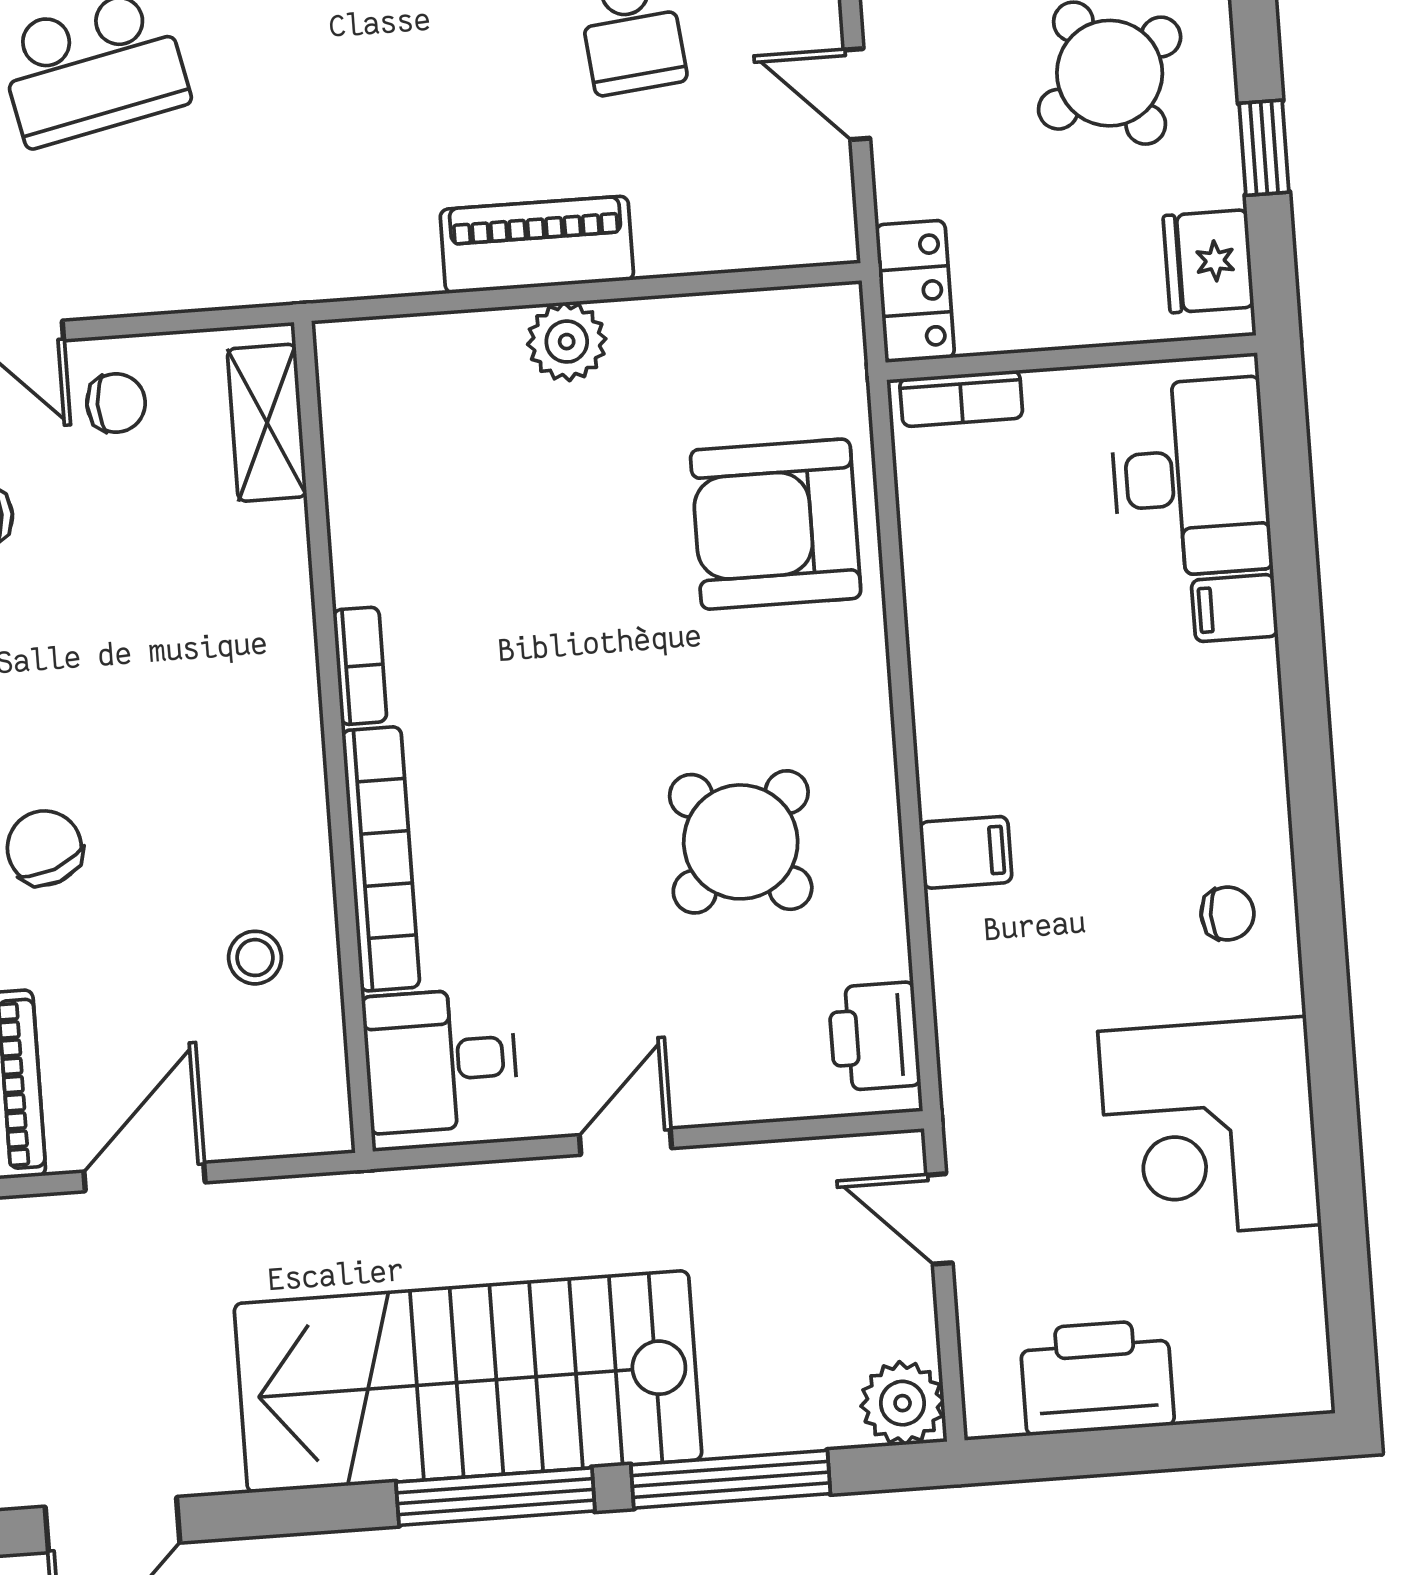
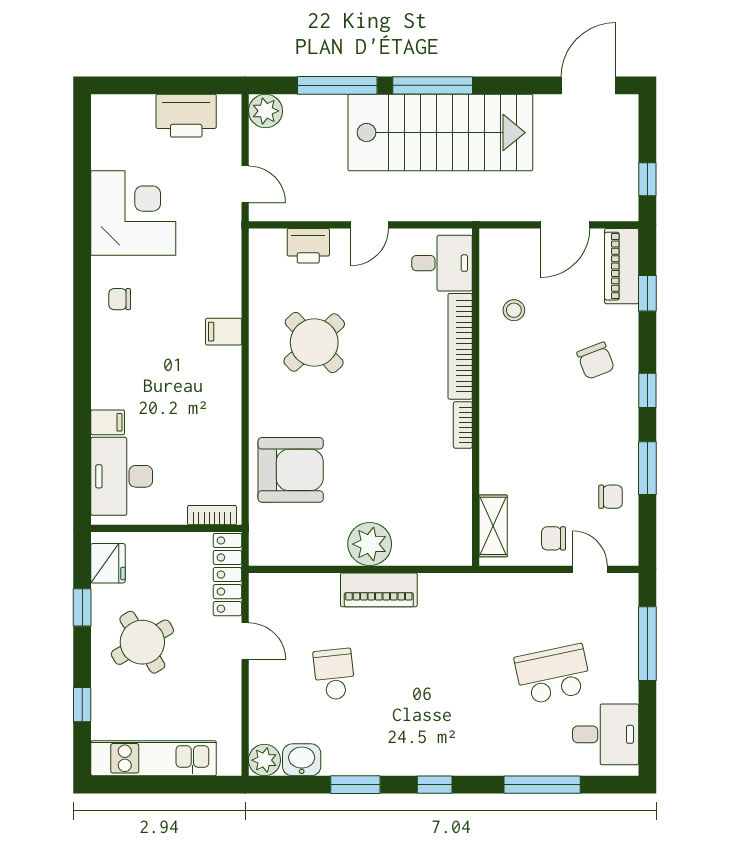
locker: (915, 291) -> (227, 575), width x1.53
plant: (567, 342) -> (370, 544), width x1.36, depth x1.36
printer: (874, 1036) -> (308, 246), moved, turned 90

